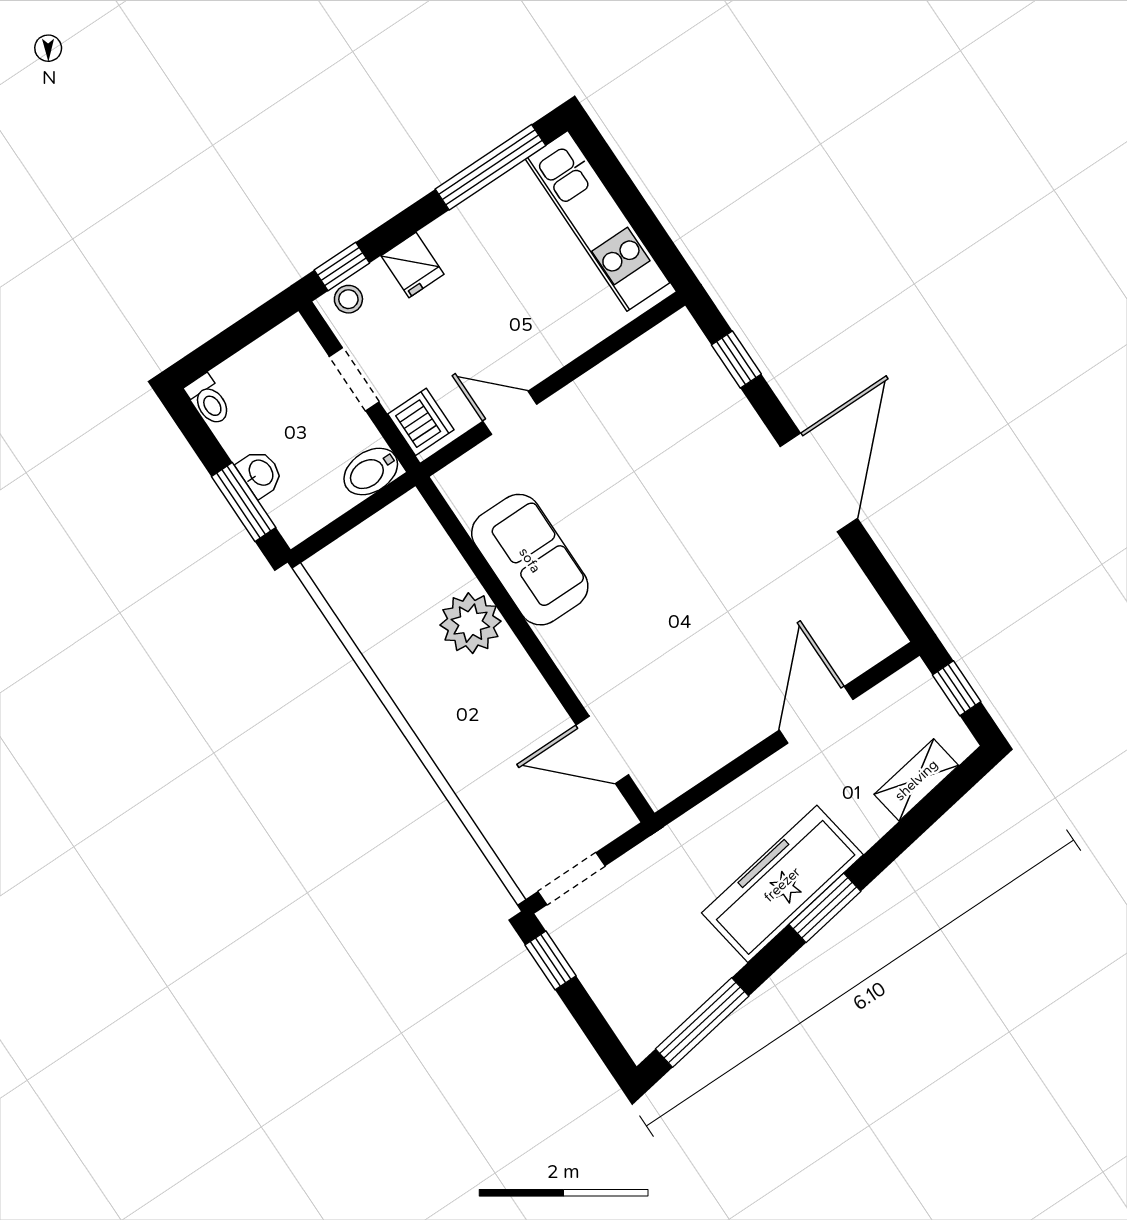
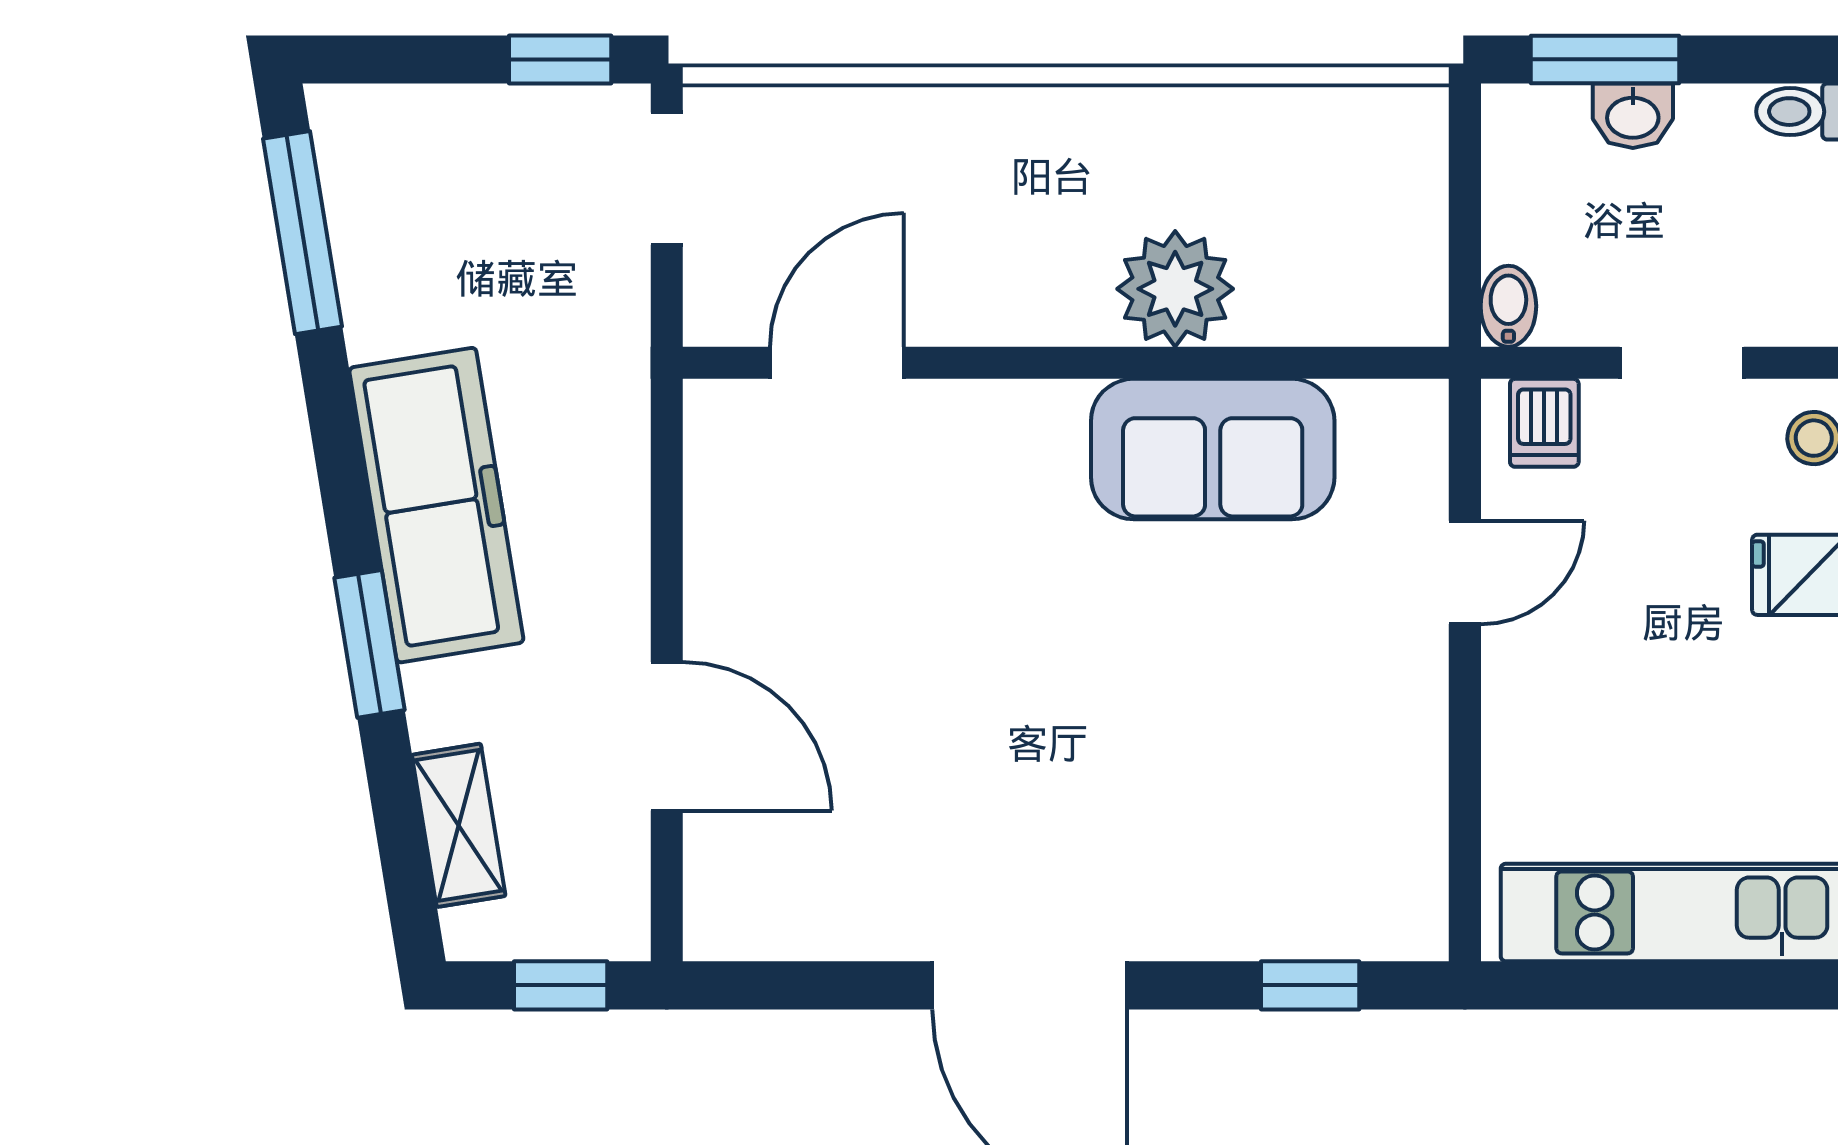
dishwasher: (421, 422) -> (1544, 423), width x0.73
bidet: (371, 472) -> (1508, 306), width x0.72, depth x0.74
window: (825, 908) -> (370, 644), moved

